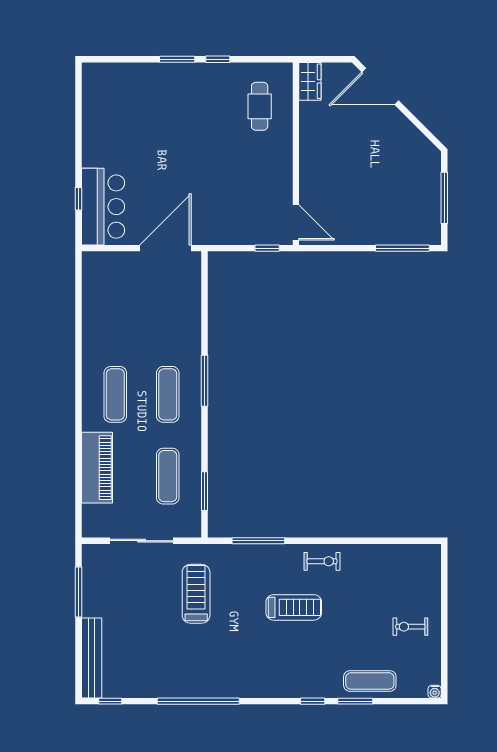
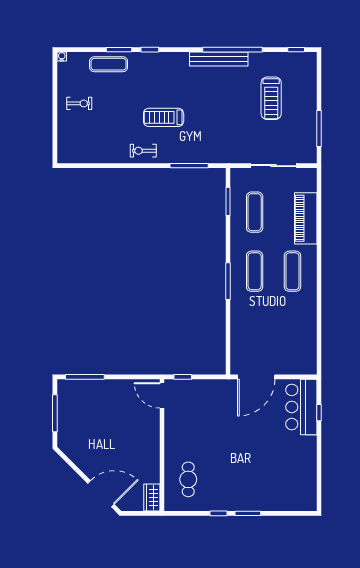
treadmill: (196, 594) -> (271, 98), moved
bench: (92, 658) -> (219, 59), moved, turned 90

